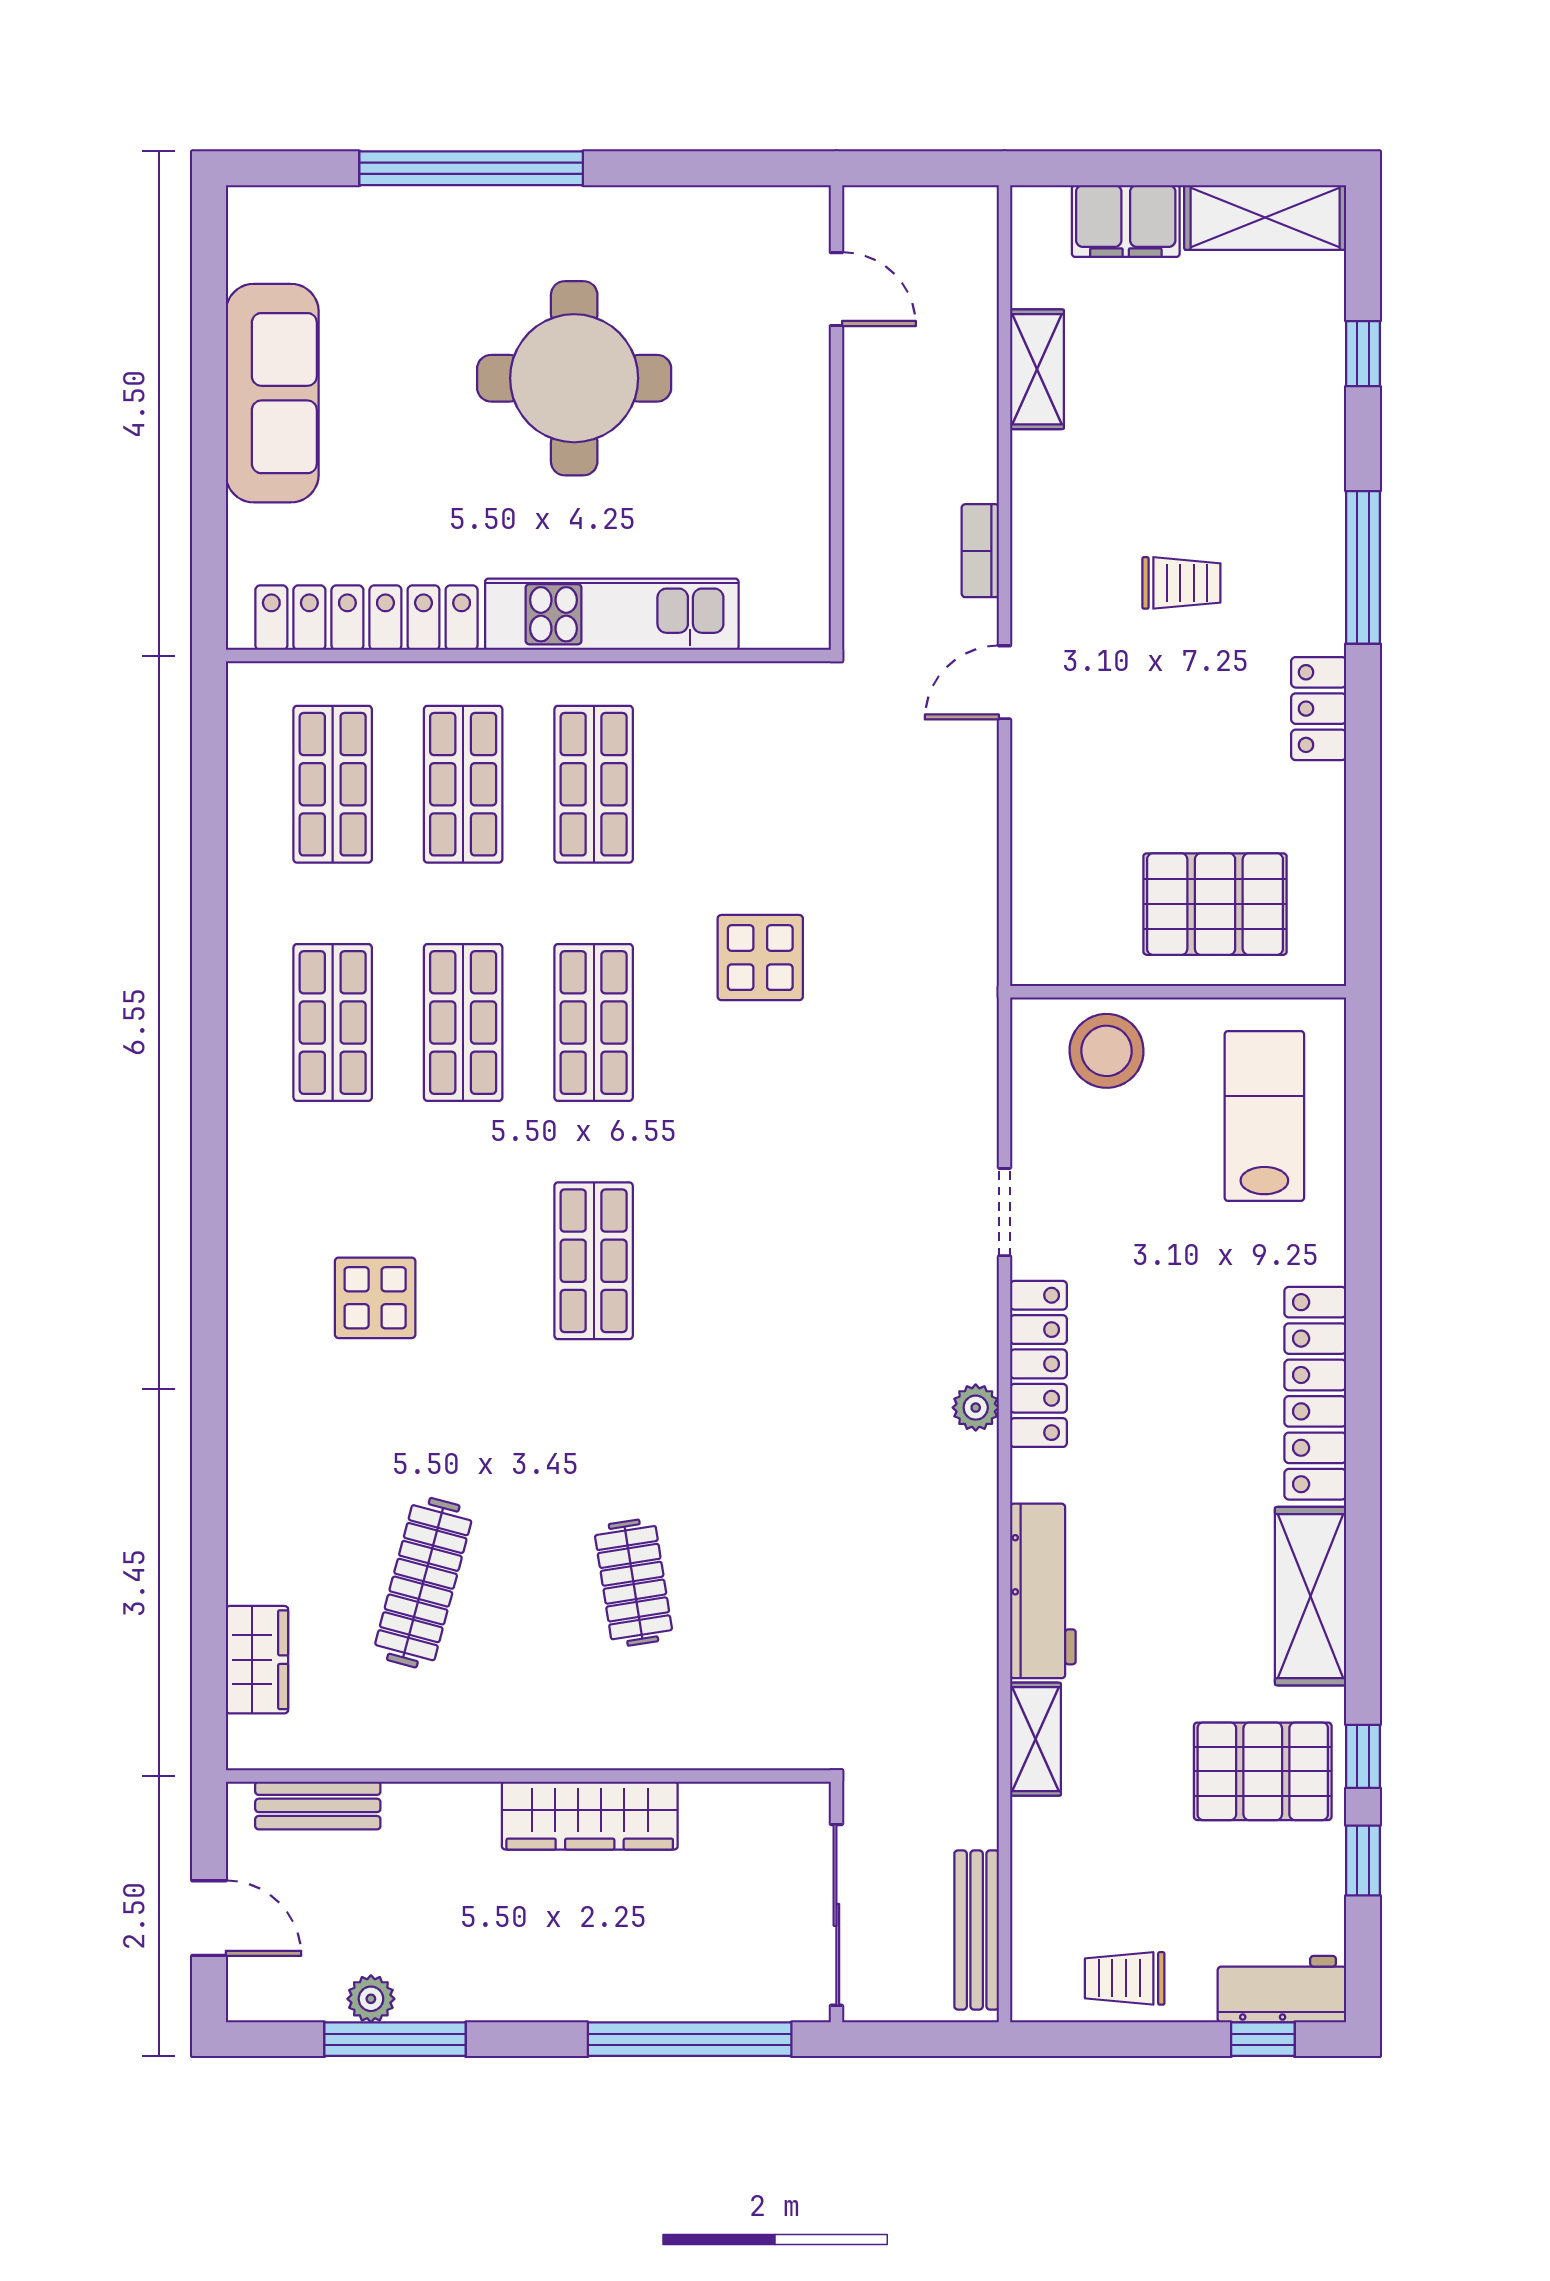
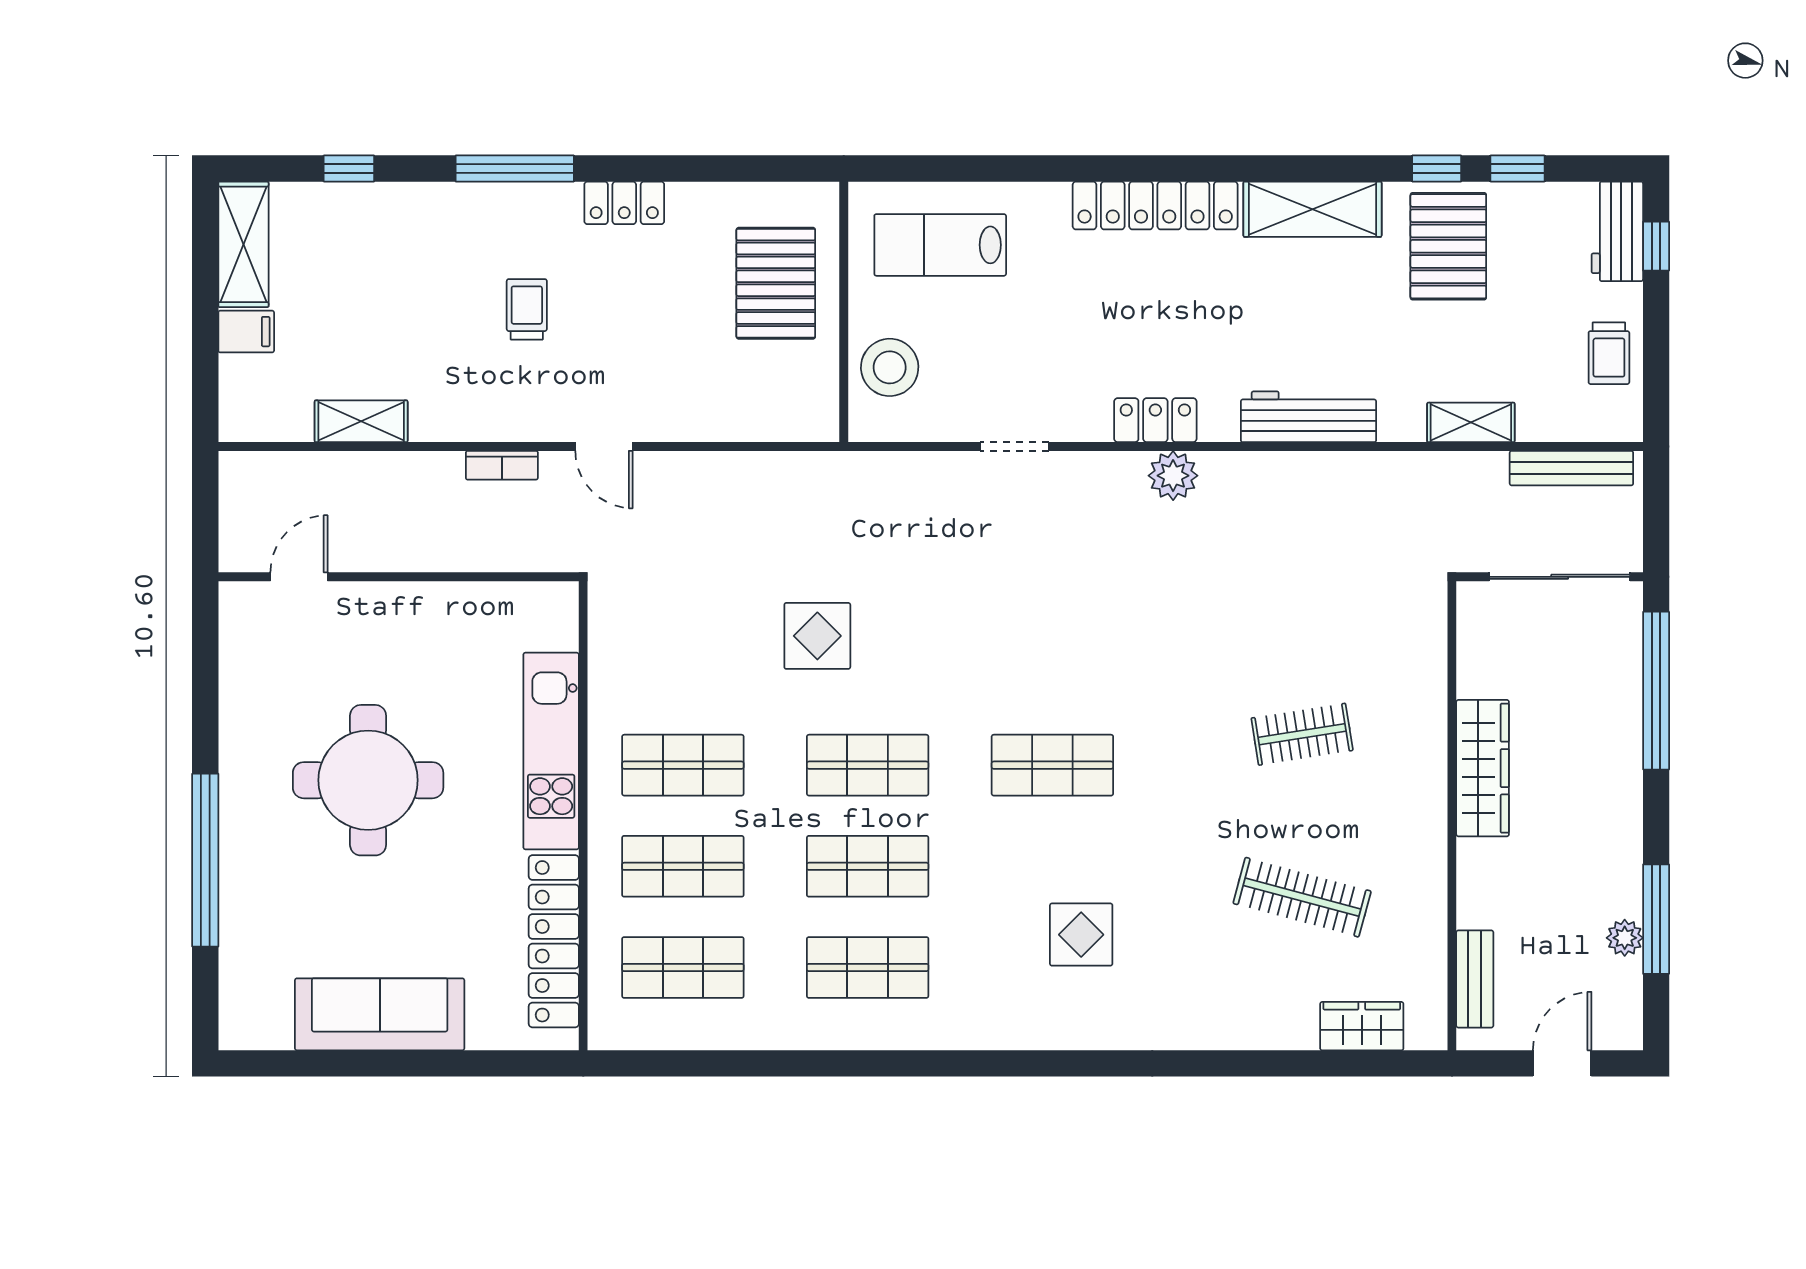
filing cabinet: (1126, 221) -> (246, 332), width x0.50
locker: (1038, 1364) -> (1155, 420), width x0.66
plant: (976, 1408) -> (1173, 476), width x1.38, depth x1.38
shelving: (1036, 1739) -> (1471, 422), moved

